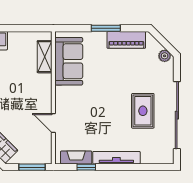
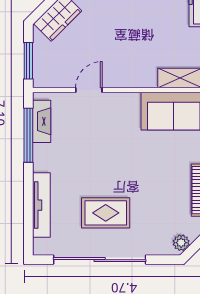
tv unit: (116, 158) -> (41, 205), moved
window: (86, 167) -> (28, 135), width x2.17

